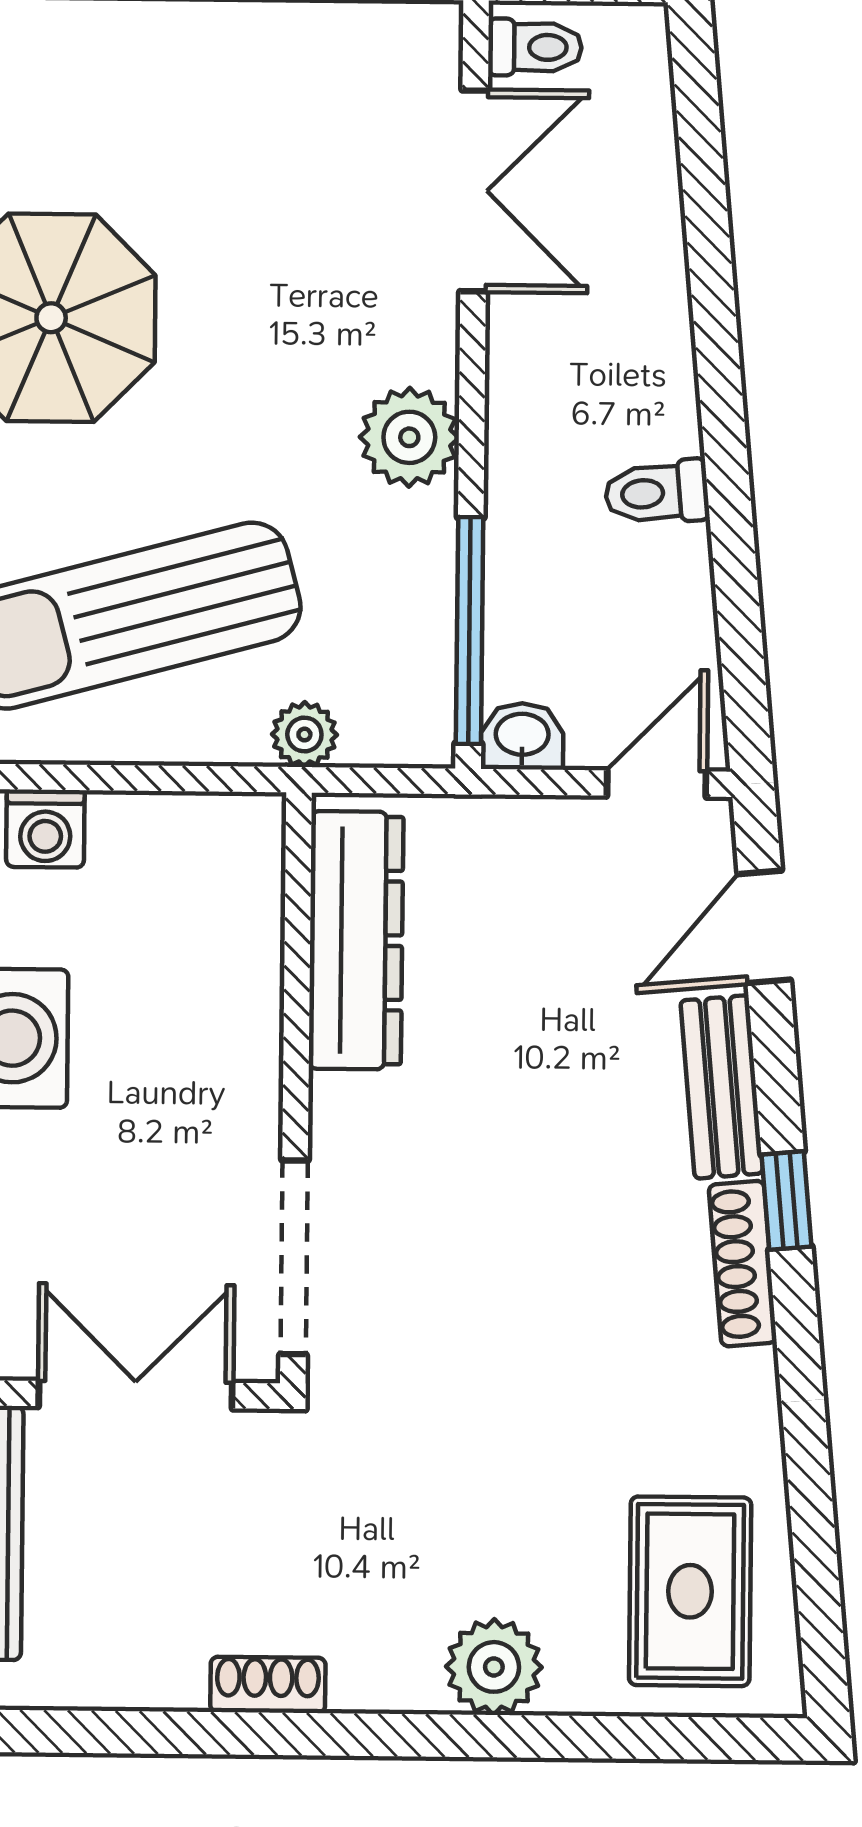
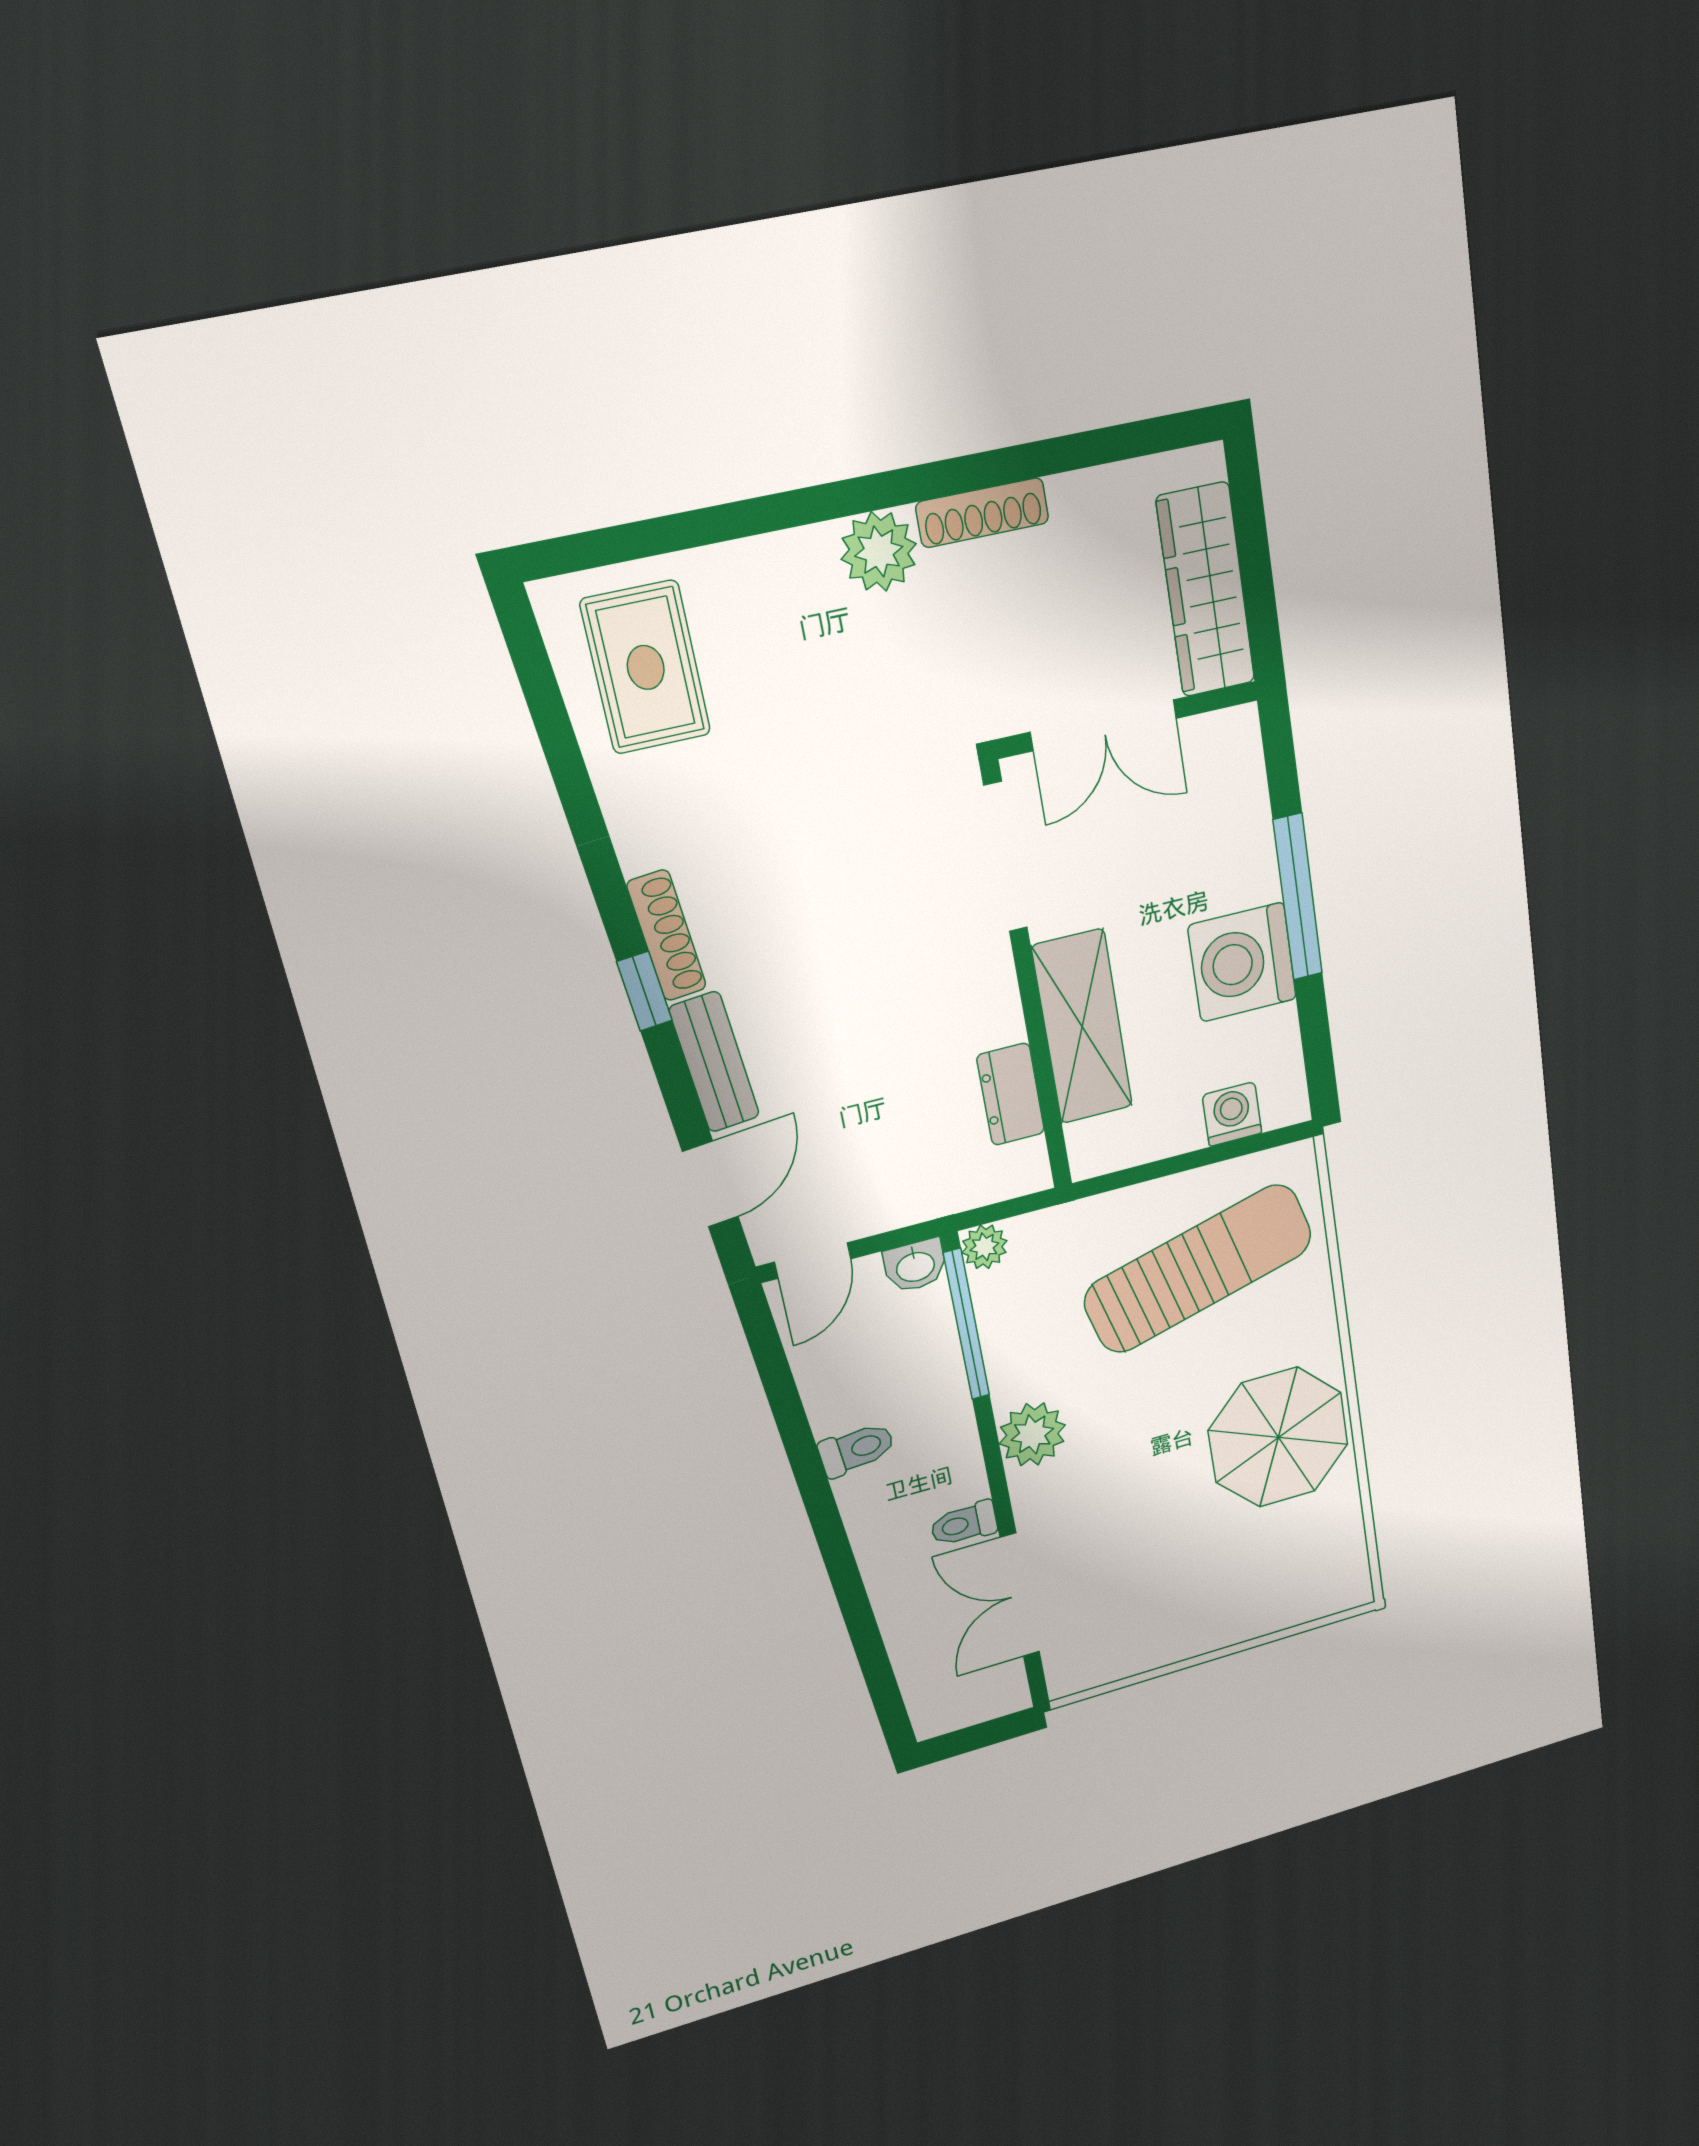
toilet: (535, 47) -> (964, 1524), moved
plant: (304, 735) -> (984, 1247), moved
dresser: (356, 940) -> (1011, 1094), width x0.51, depth x0.80
shelving: (233, 1007) -> (1082, 1027), added
plant: (494, 1667) -> (879, 551), moved
shoe rack: (268, 1685) -> (982, 513), width x1.43

